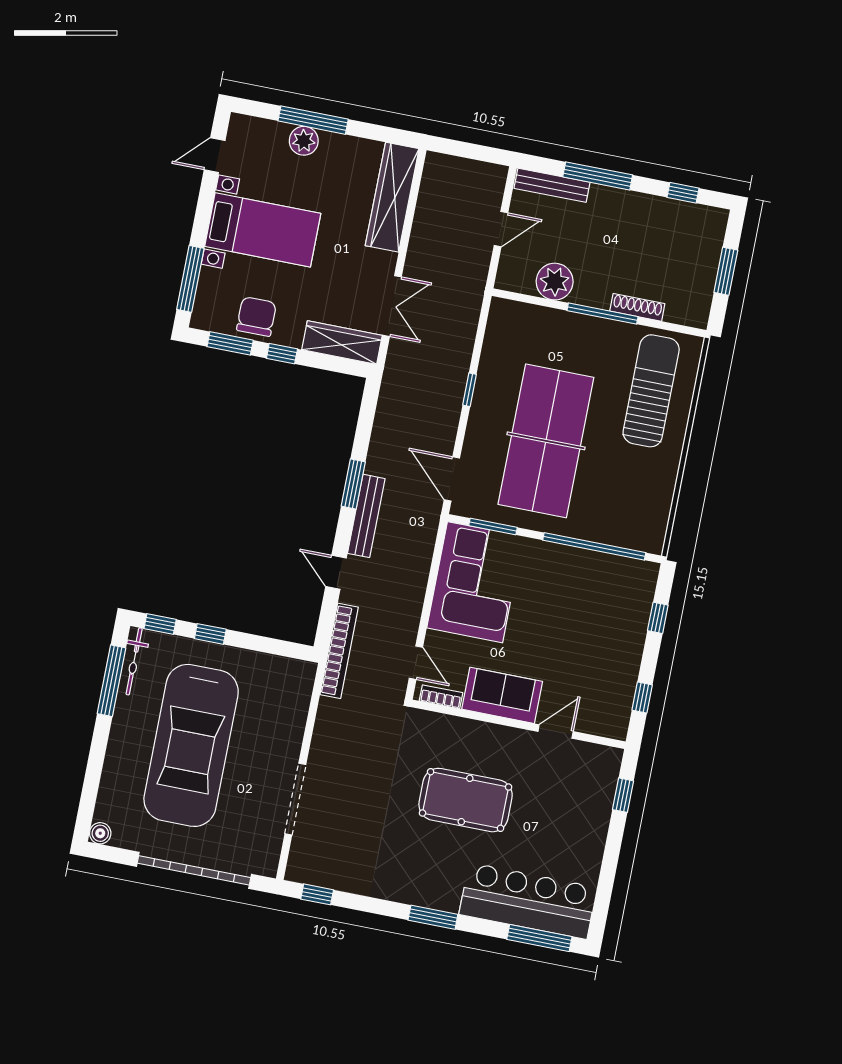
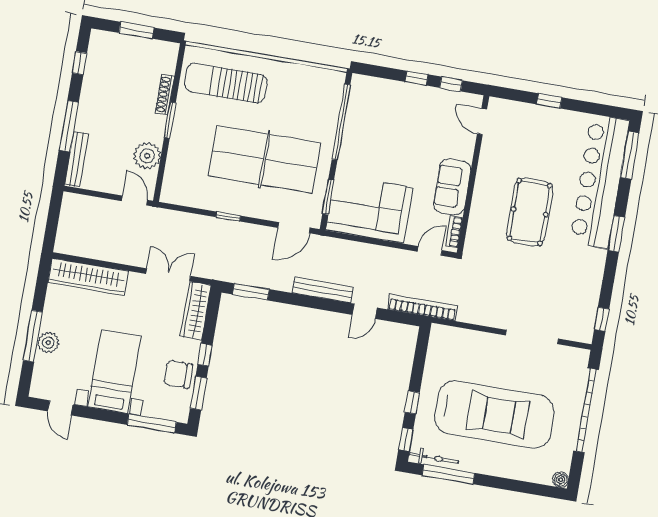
door: (501, 229) -> (134, 200), moved
window: (602, 314) -> (170, 120), width x0.69
window: (353, 484) -> (251, 292), moved
window: (658, 618) -> (417, 78), moved
door: (556, 732) -> (482, 122), moved
window: (623, 795) -> (549, 101), moved
bar counter: (528, 901) -> (600, 181), width x1.36

